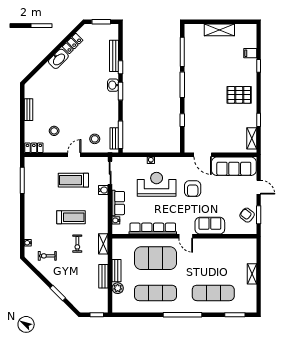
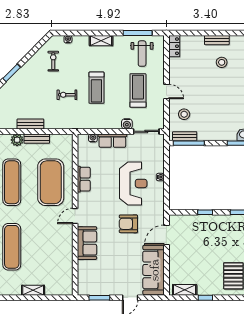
stool: (54, 131) -> (222, 62), moved
weight bench: (40, 177) -> (142, 54), added
armchair: (247, 215) -> (99, 285), removed
row of seats: (153, 229) -> (84, 179), width x0.50
shelving: (103, 244) -> (101, 41), moved

